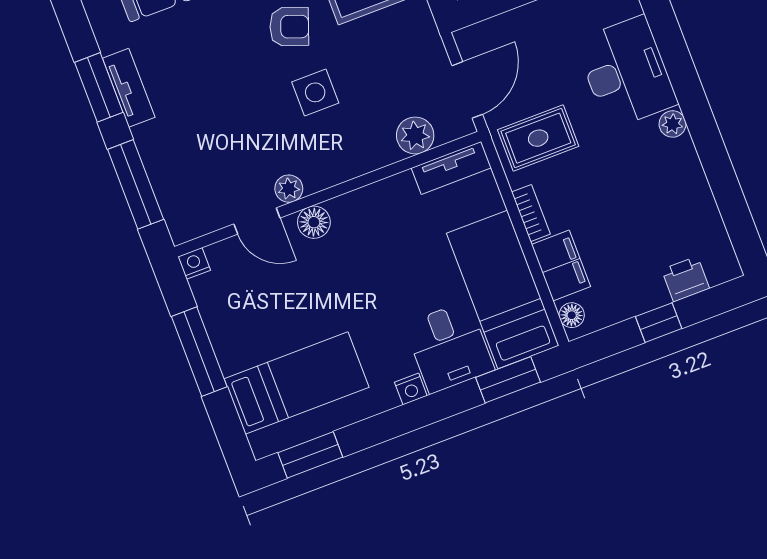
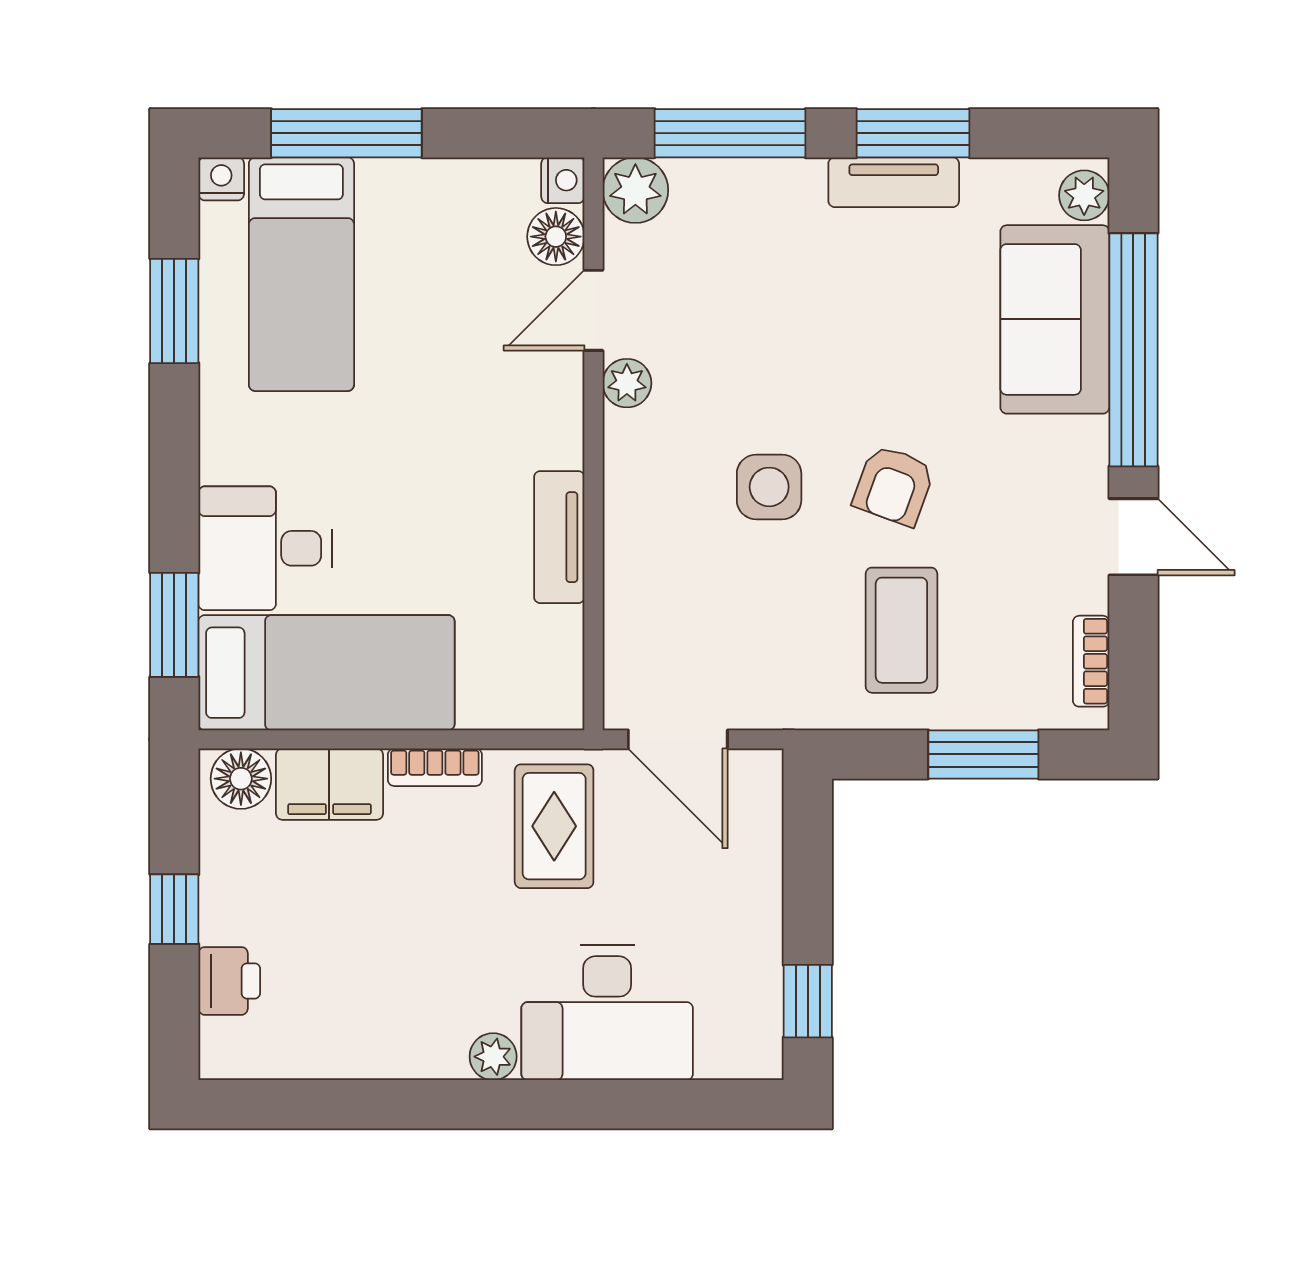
plant: (415, 135) -> (635, 190), moved
tv unit: (451, 168) -> (559, 537), moved
floor lamp: (314, 222) -> (556, 237), moved
floor lamp: (572, 315) -> (241, 779), width x1.37, depth x1.37
window: (199, 352) -> (346, 133), moved
nightstand: (411, 389) -> (221, 179), moved, turned 90
window: (310, 455) -> (174, 311), moved

